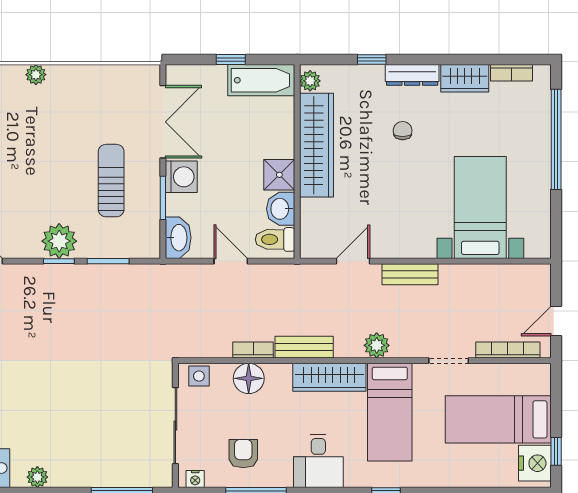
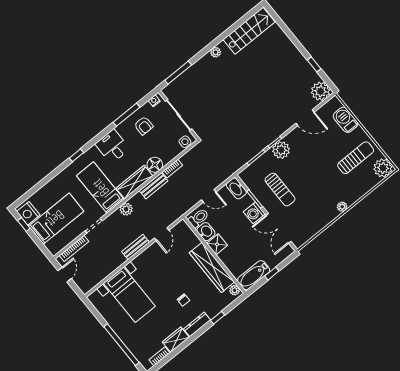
floor lamp: (249, 378) -> (155, 165), moved

